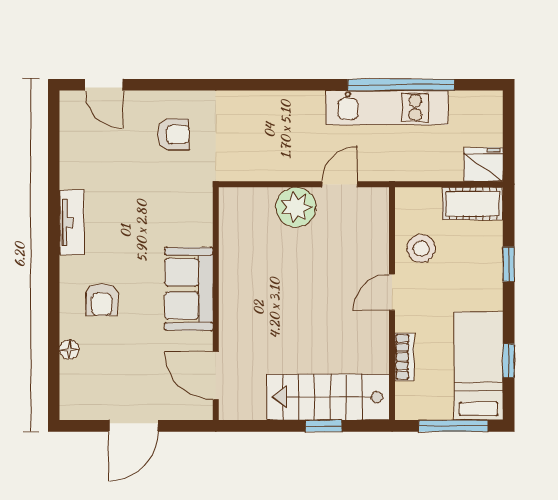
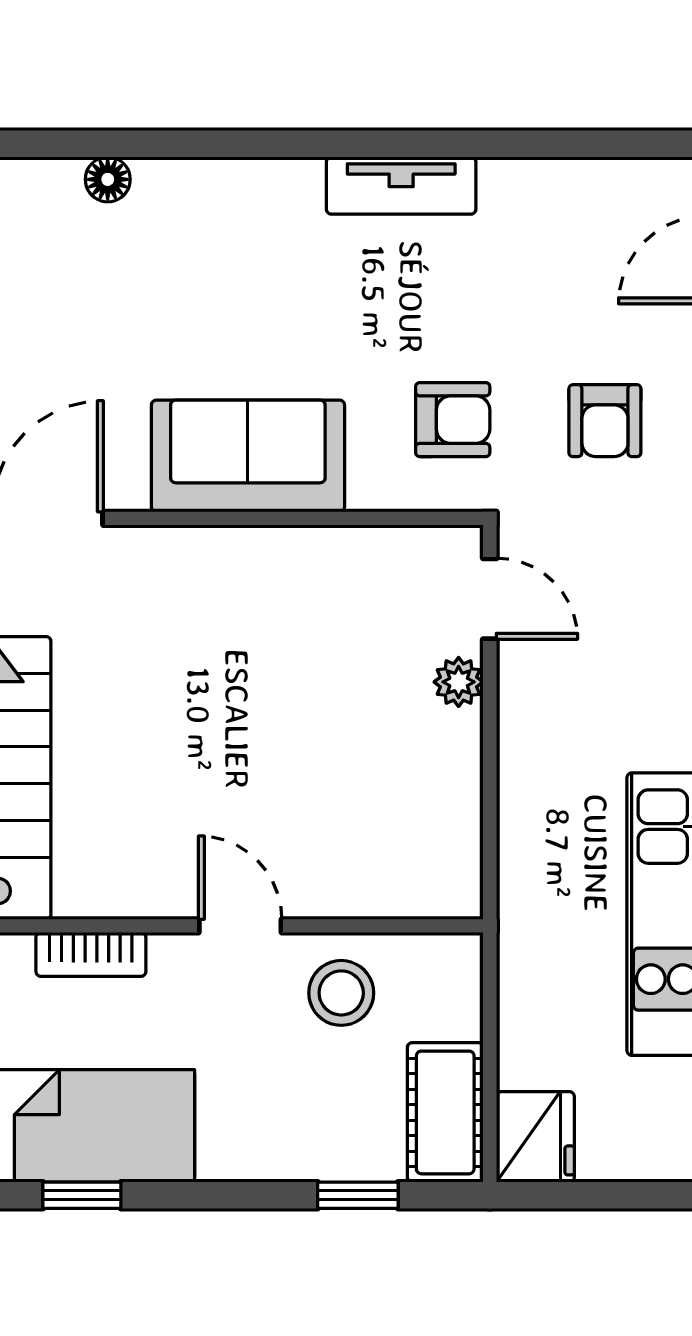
door: (340, 184) -> (490, 599), moved
plant: (296, 207) -> (459, 682), width x0.53, depth x0.53
window: (509, 264) -> (358, 1195), moved
armchair: (102, 300) -> (453, 420), moved, turned 180

